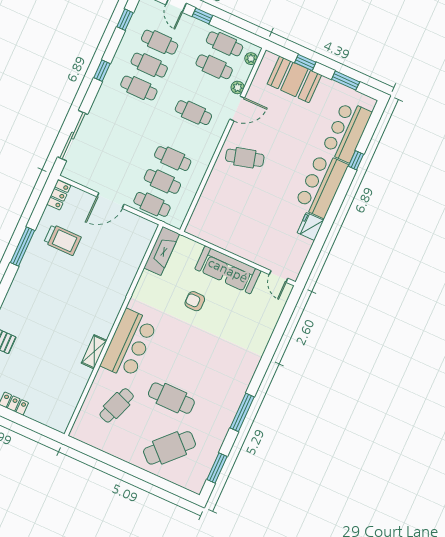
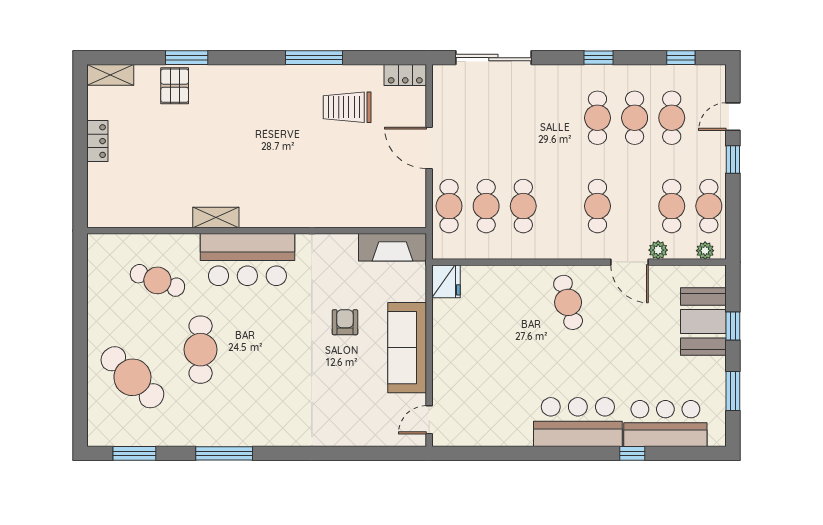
fridge: (310, 227) -> (446, 281), moved, turned 90
trolley: (62, 240) -> (347, 107), turned 90

